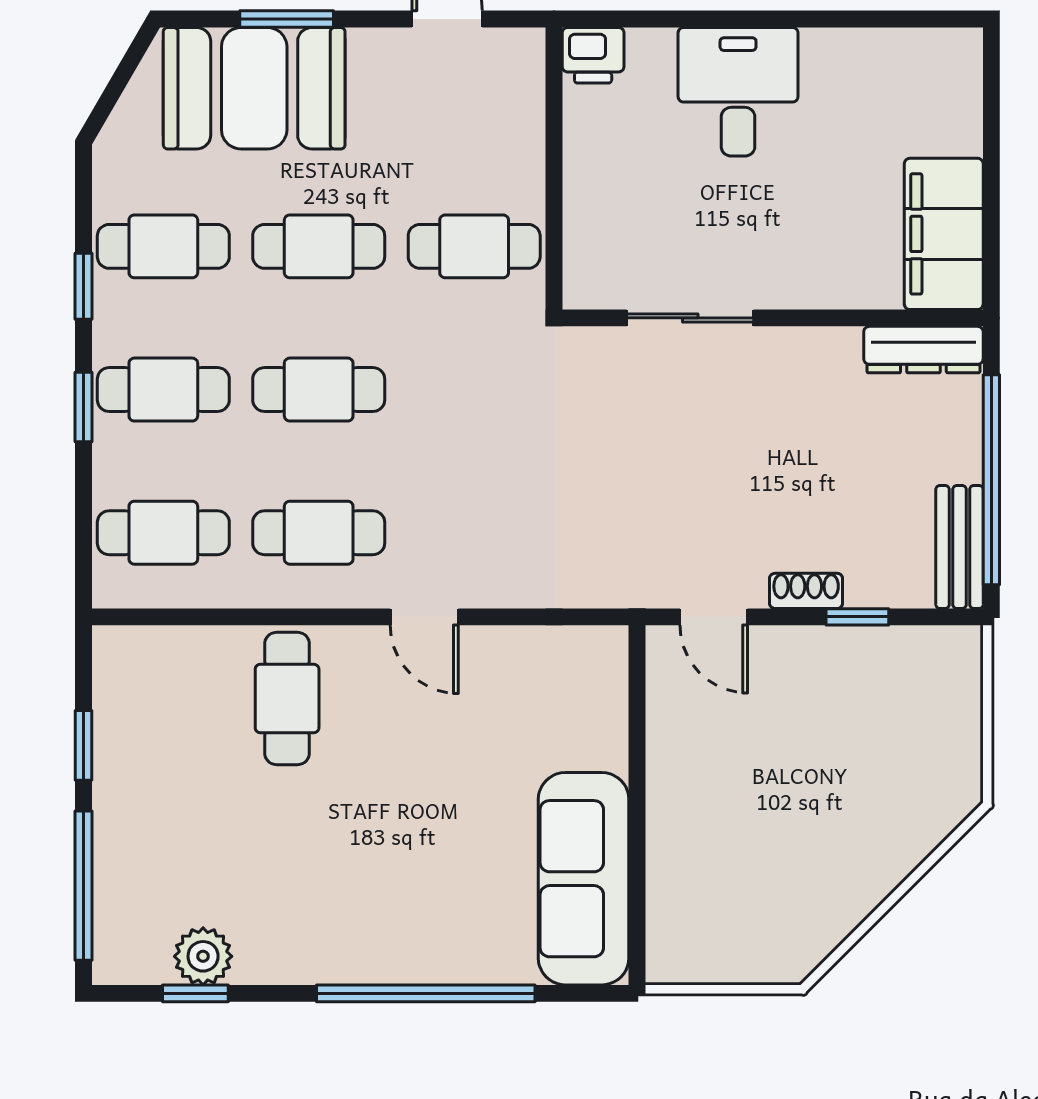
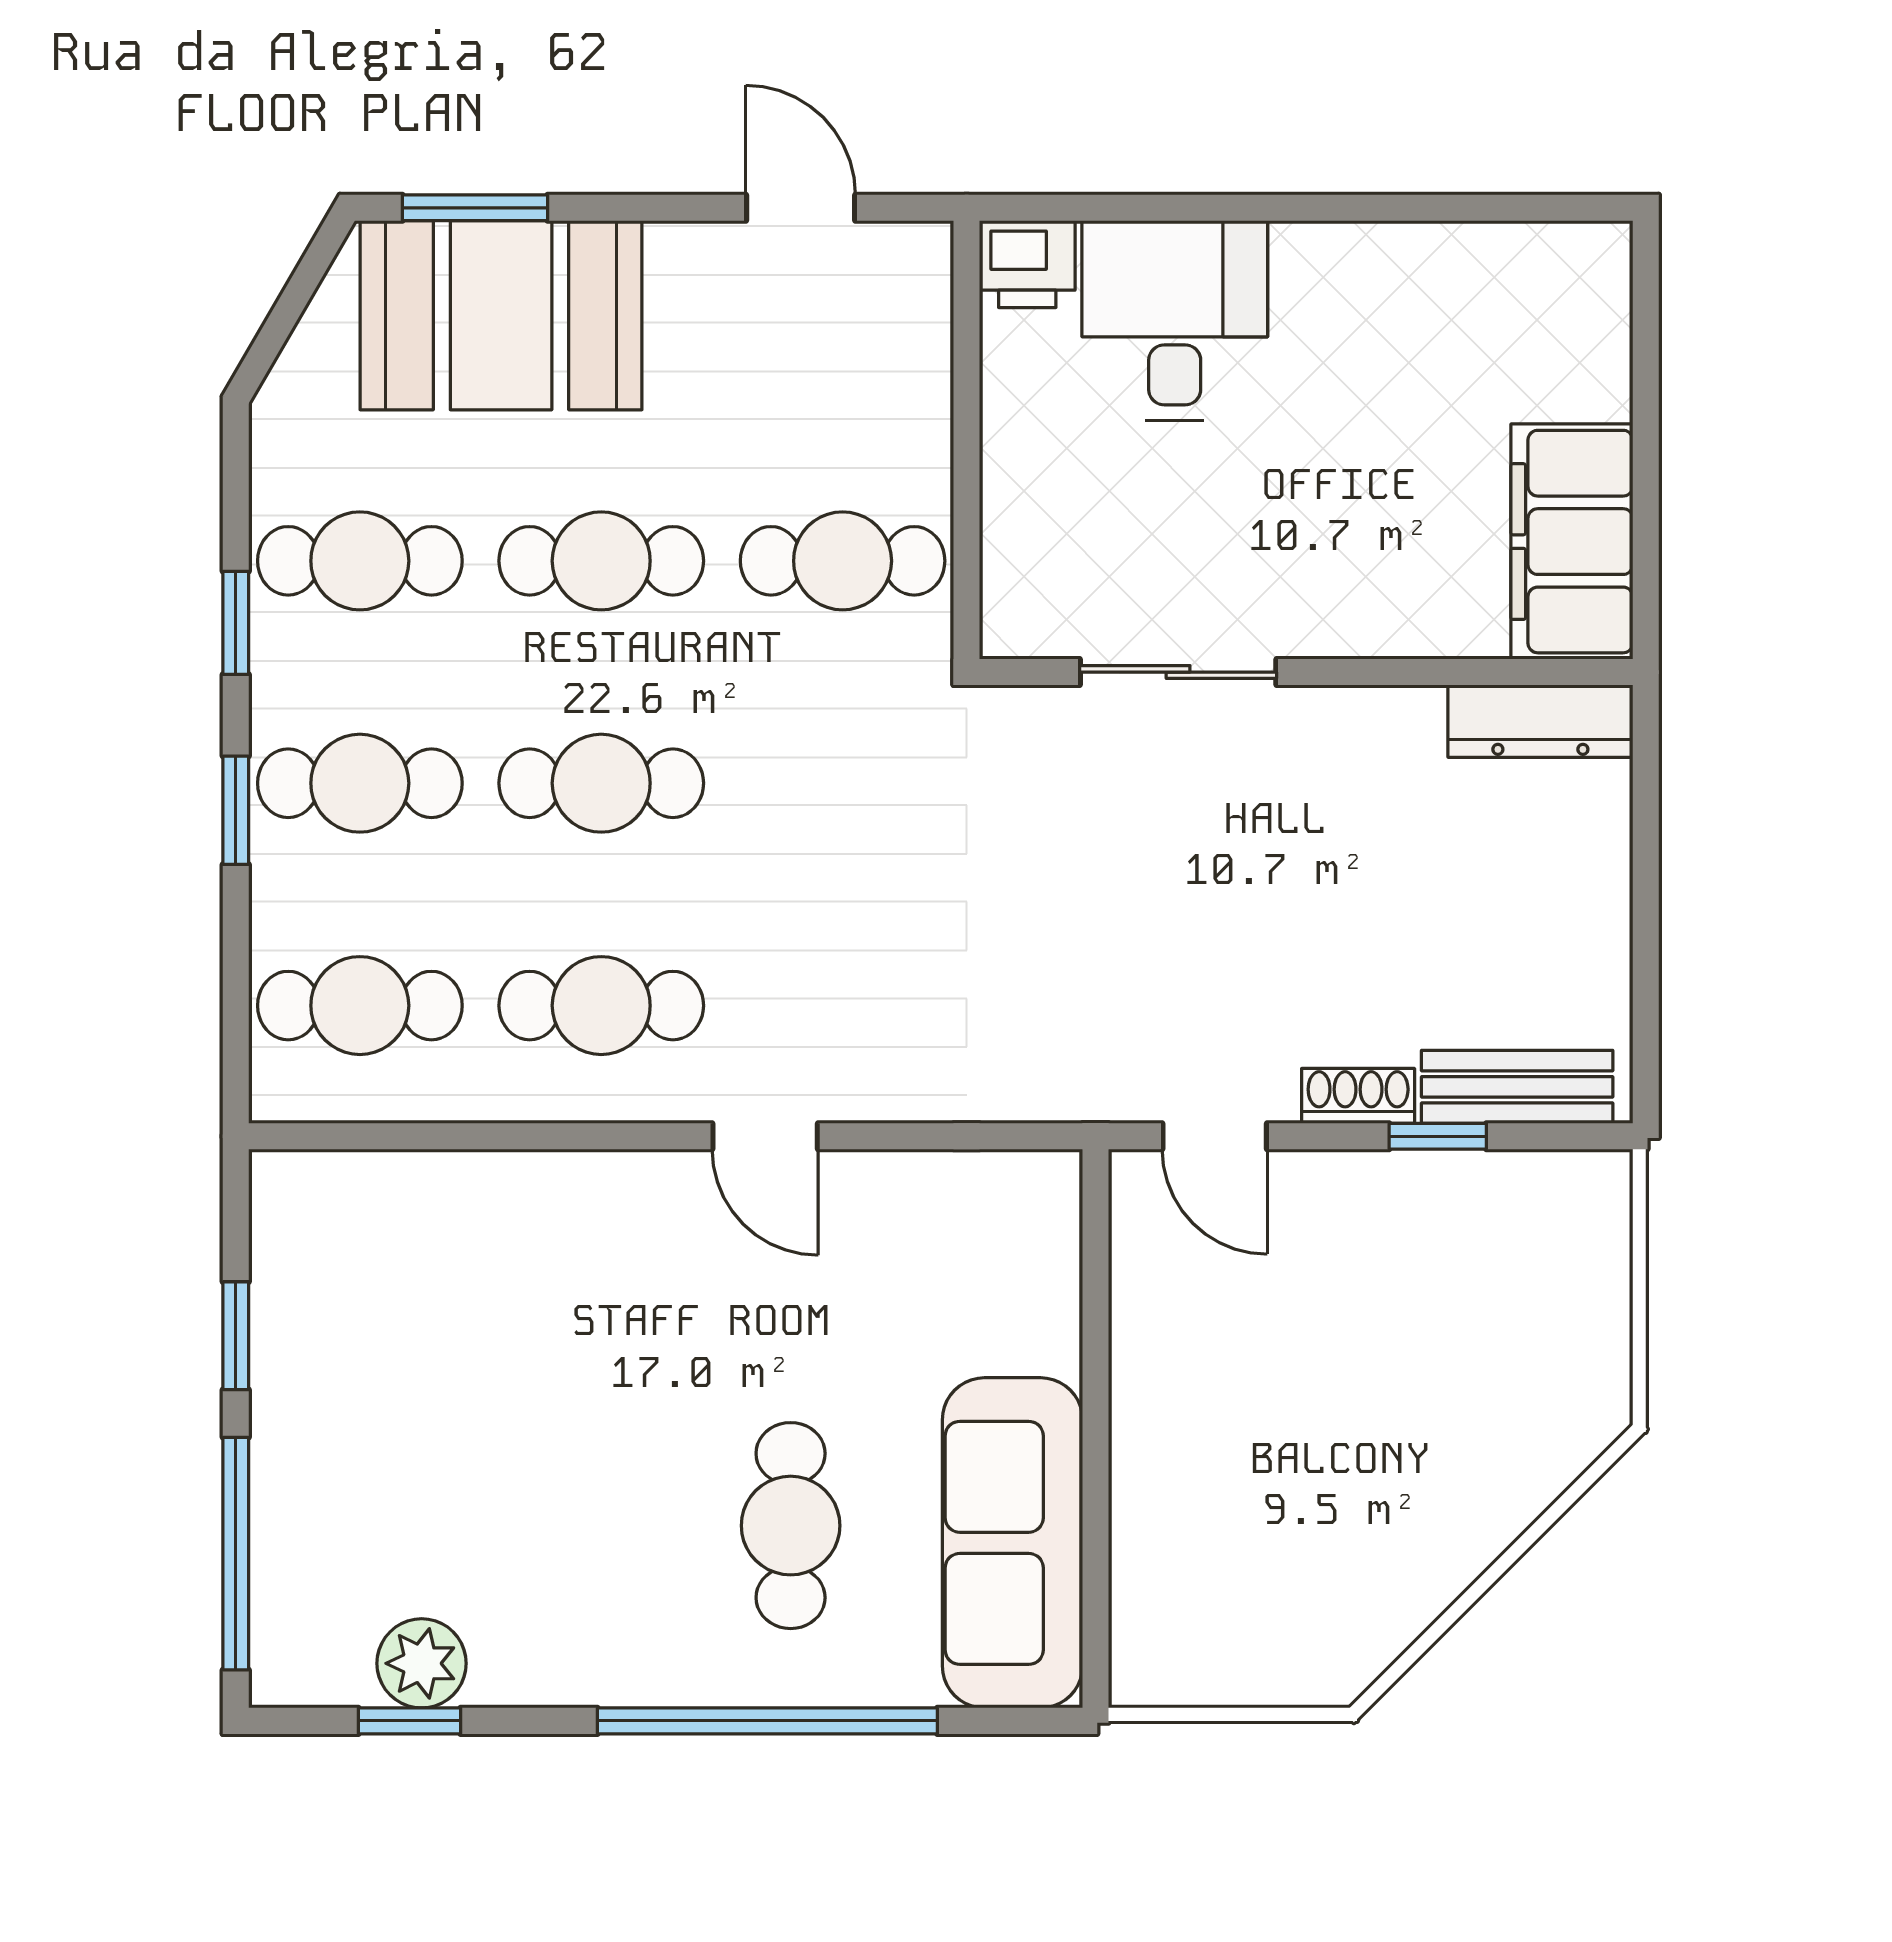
window: (287, 19) -> (475, 208), moved
desk: (738, 92) -> (1175, 321), moved
window: (991, 480) -> (1646, 923), removed
bench: (959, 547) -> (1517, 1087), moved, turned 90
cafe table: (287, 699) -> (791, 1526), moved

